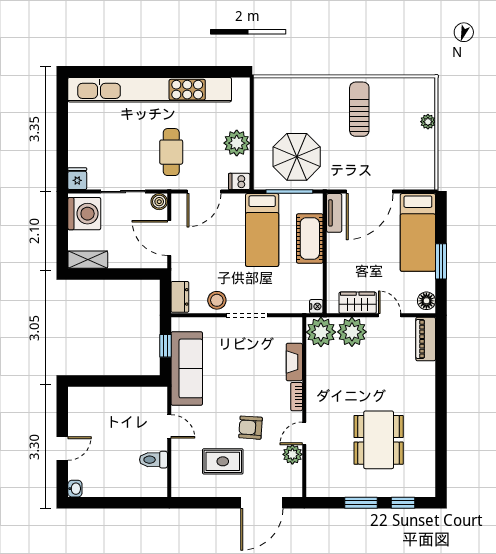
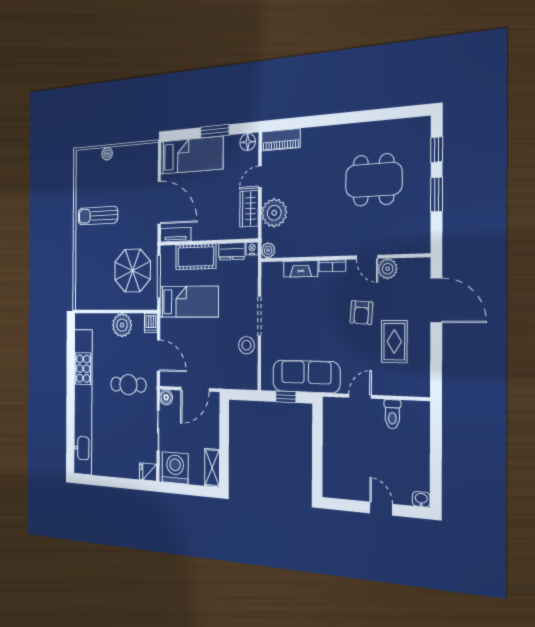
dresser: (180, 297) -> (232, 251), moved, turned 180
plant: (321, 332) -> (268, 250), width x0.53, depth x0.53

